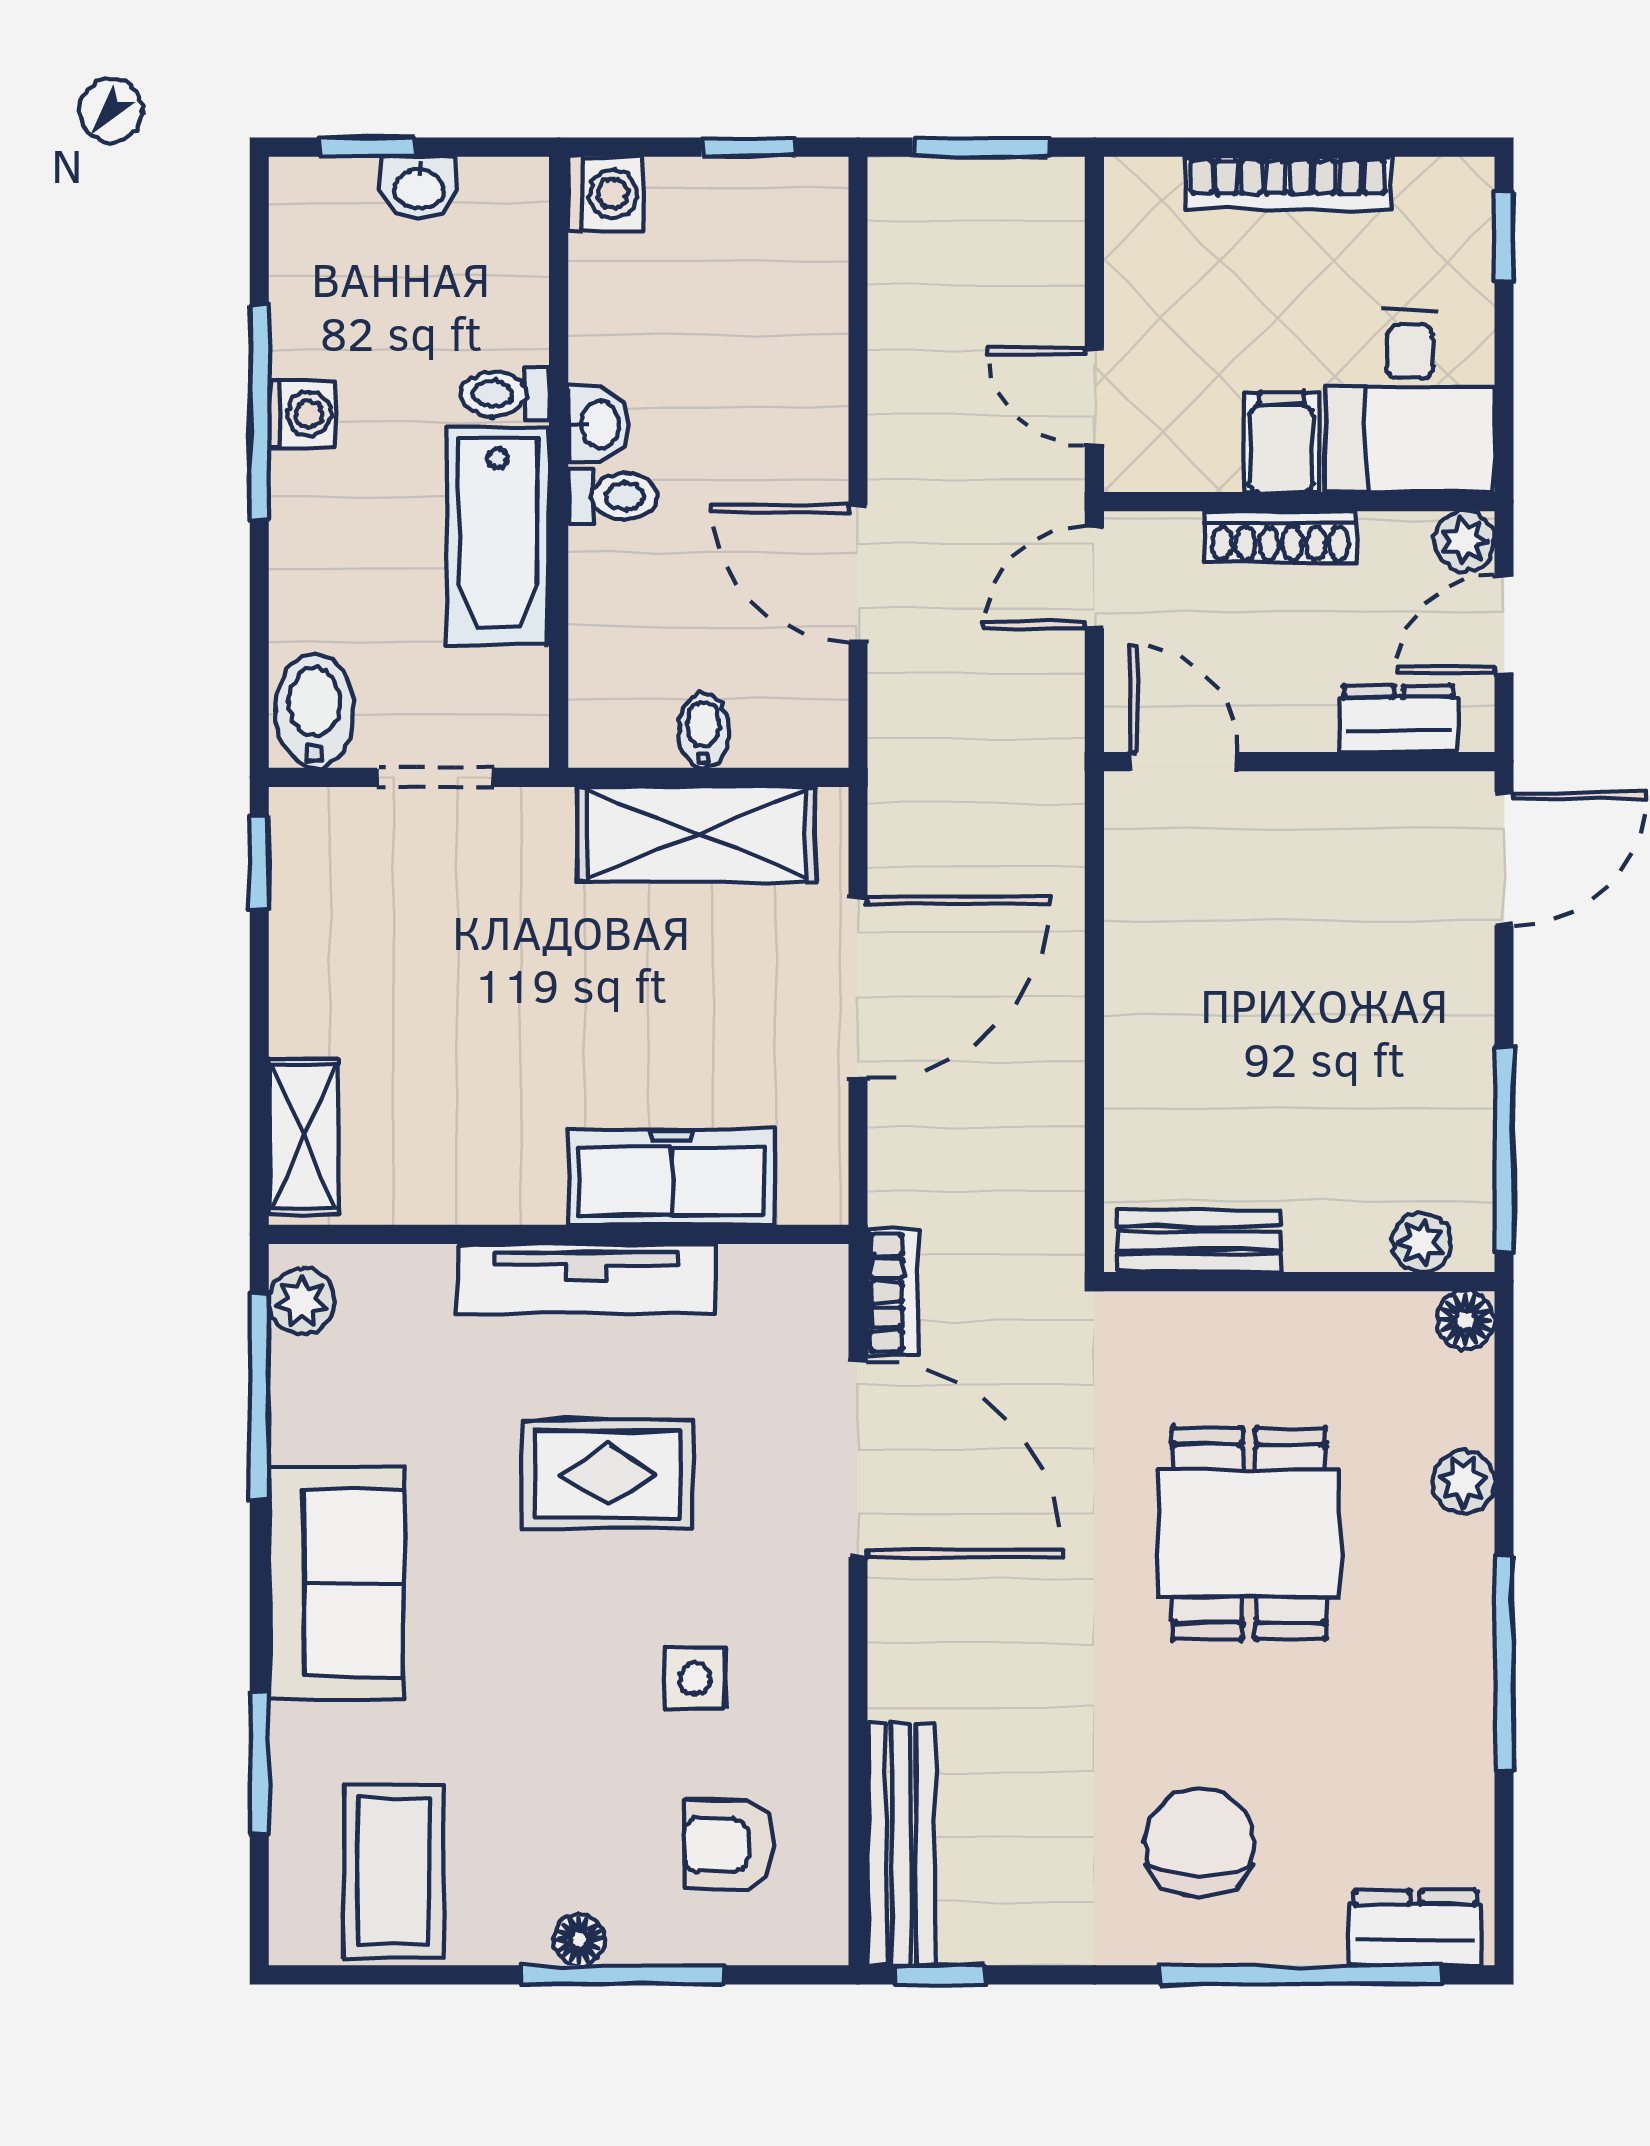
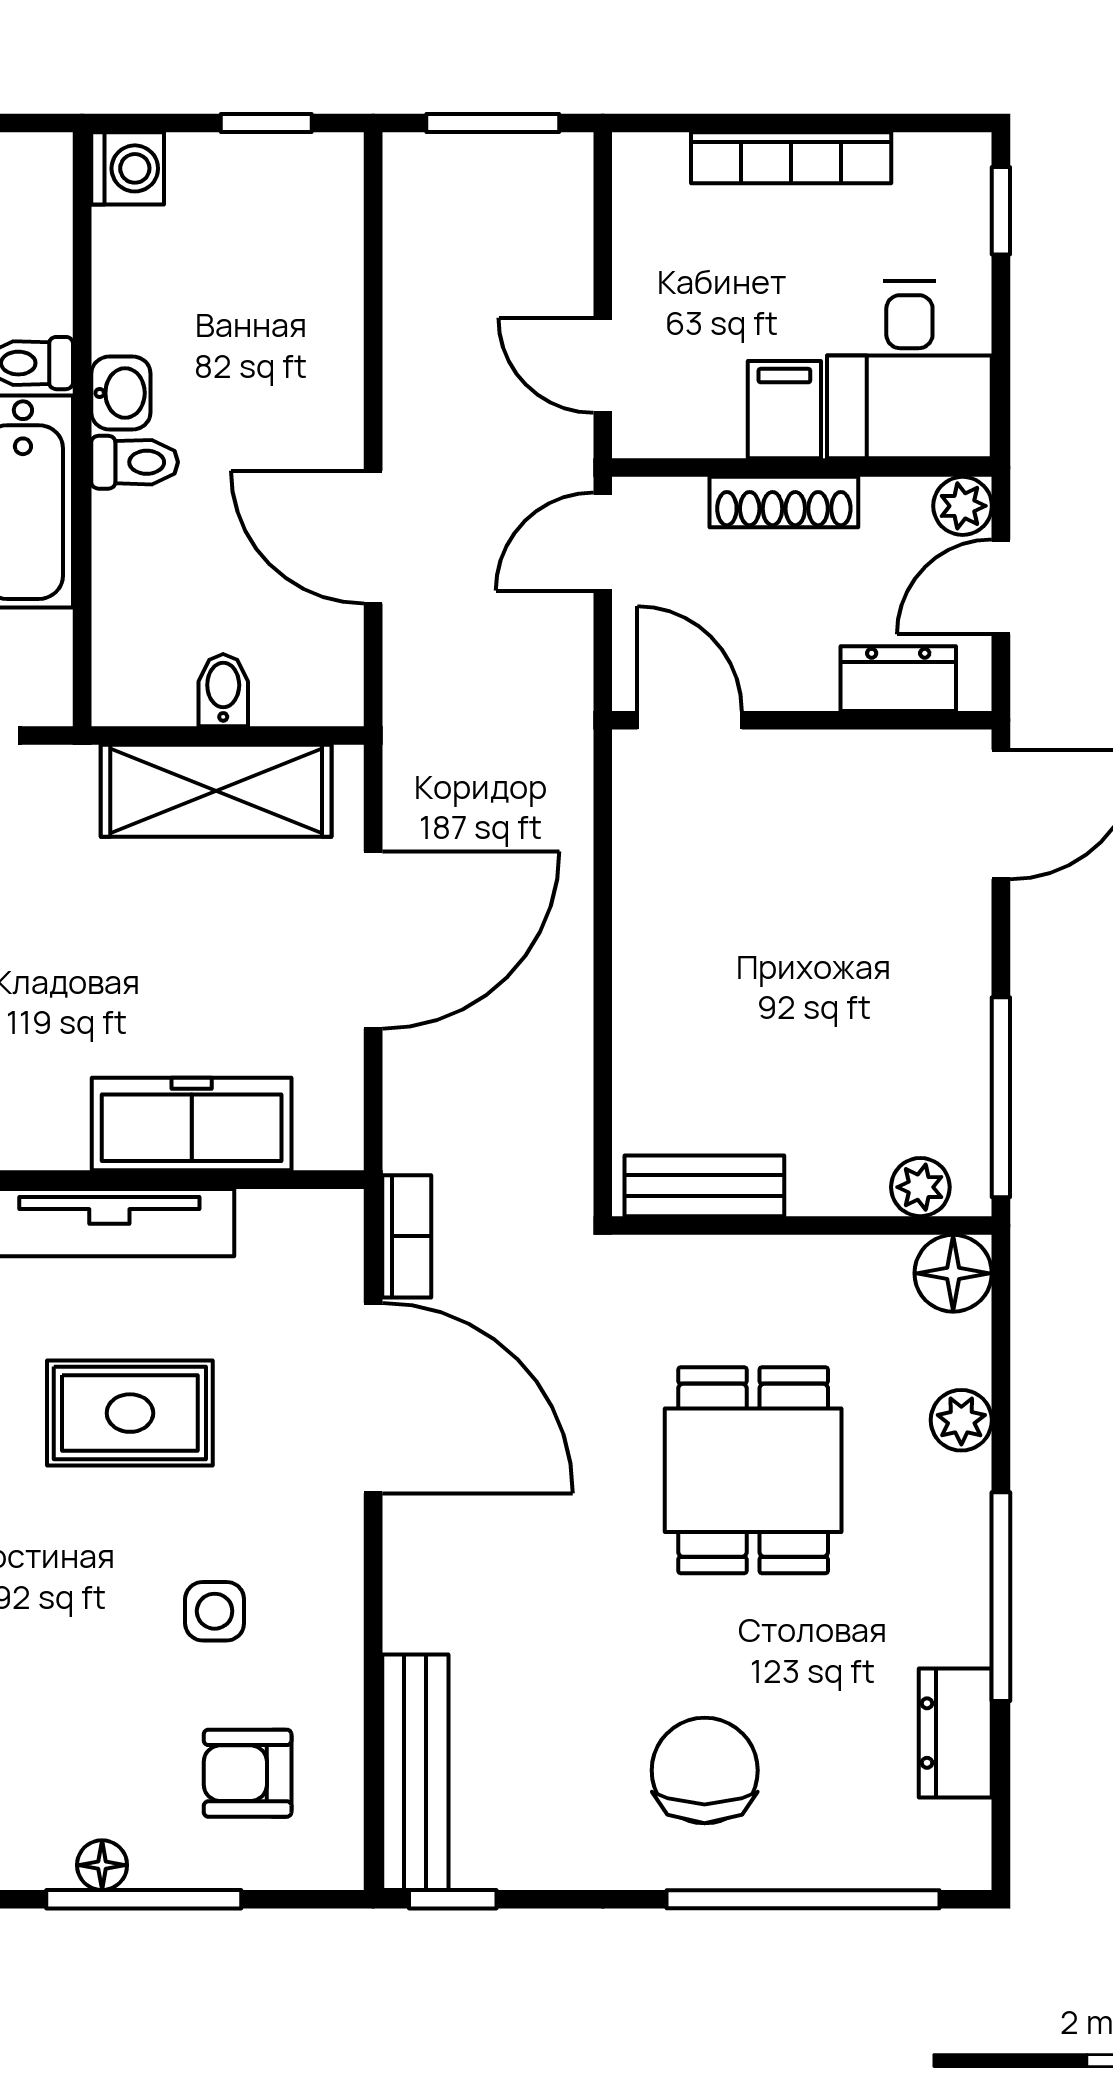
floor lamp: (1466, 1320) -> (953, 1273), width x1.37, depth x1.37
dresser: (1415, 1928) -> (955, 1733), moved, turned -90

